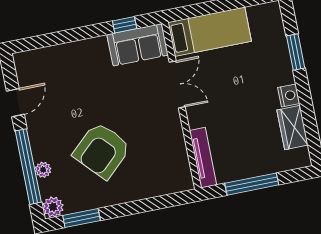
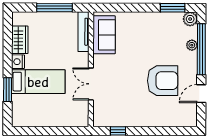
bed: (210, 32) -> (38, 82), moved, turned 180
sofa: (138, 45) -> (104, 35), moved, turned 90
armchair: (102, 150) -> (163, 81), moved, turned 43

